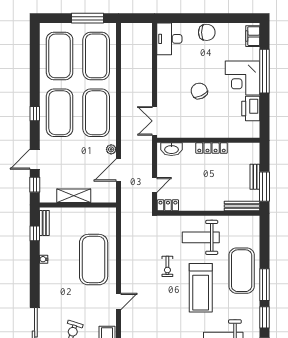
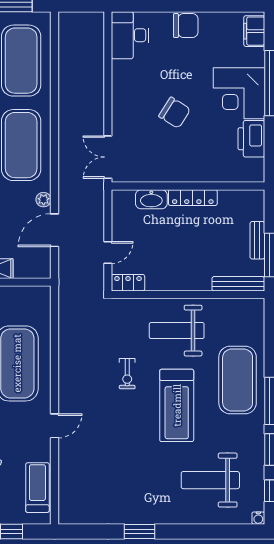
chair: (199, 91) -> (175, 113), turned 147
washbasin: (171, 149) -> (151, 199), moved

